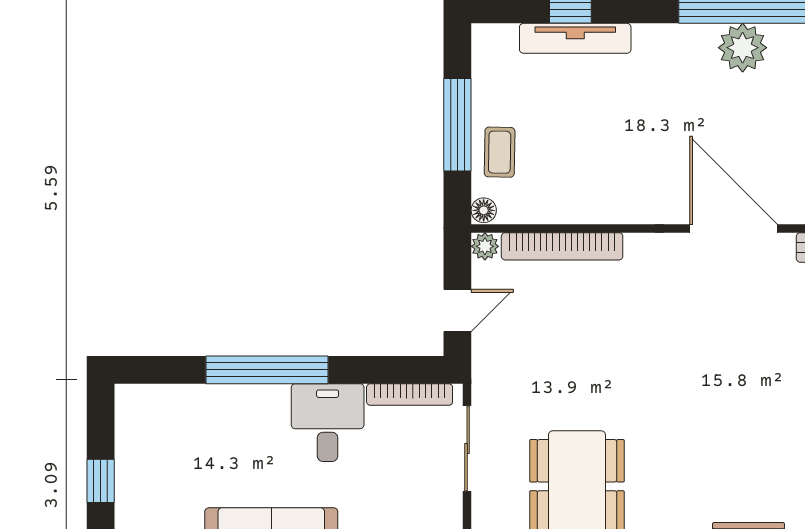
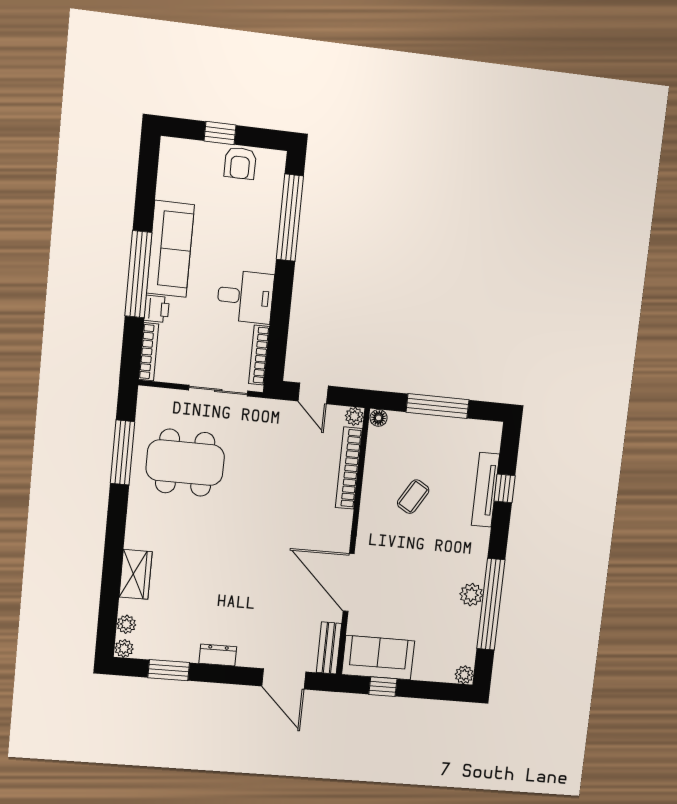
plant: (743, 48) -> (471, 595), width x0.73, depth x0.73
coffee table: (500, 152) -> (413, 497), moved, turned -60
door: (734, 228) -> (349, 582), swing flipped
window: (267, 370) -> (290, 218), moved
armchair: (139, 448) -> (240, 163), added

